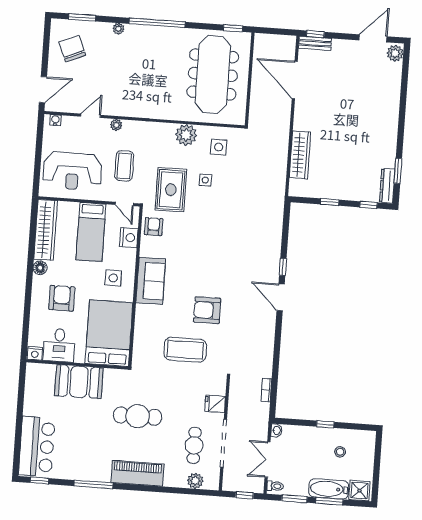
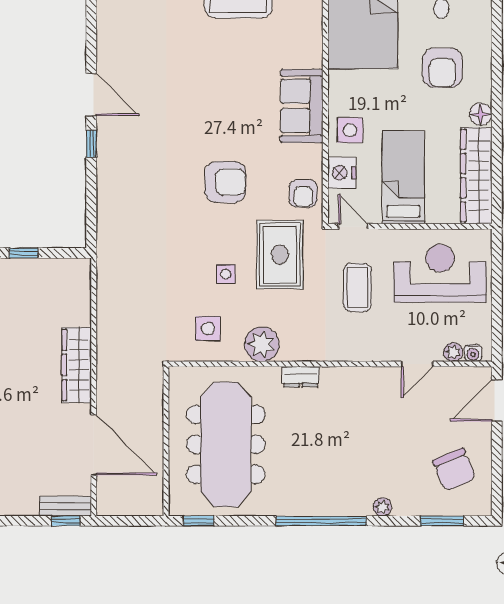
dresser: (163, 113) -> (301, 377), added
plant: (116, 125) -> (453, 352), moved
wardrobe: (300, 155) -> (77, 365), moved
side table: (113, 278) -> (350, 130), moved
armchair: (207, 310) -> (225, 182), moved

